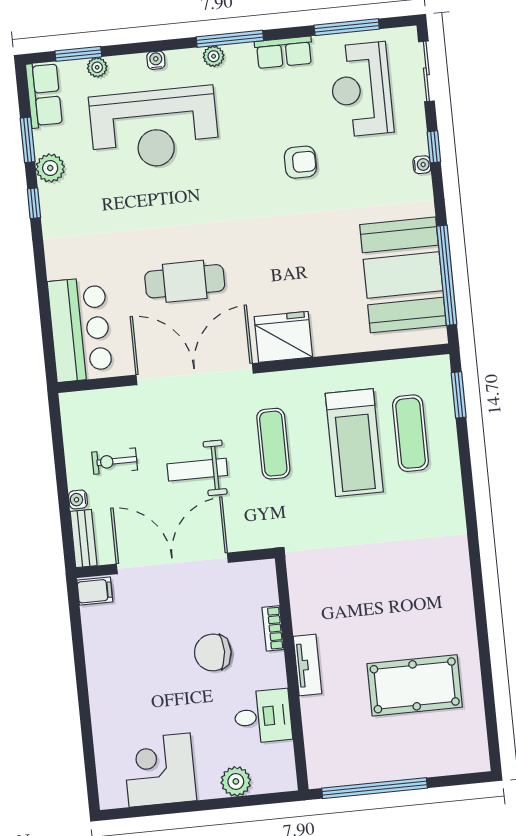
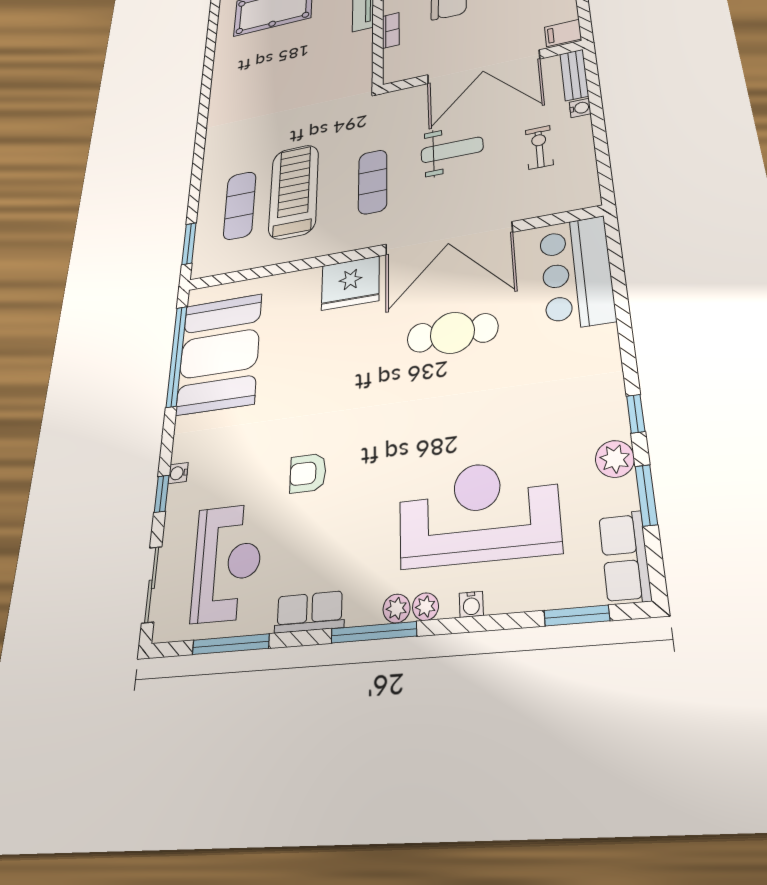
plant: (97, 67) -> (425, 607), moved
exercise bike: (115, 461) -> (539, 147), turned -90

